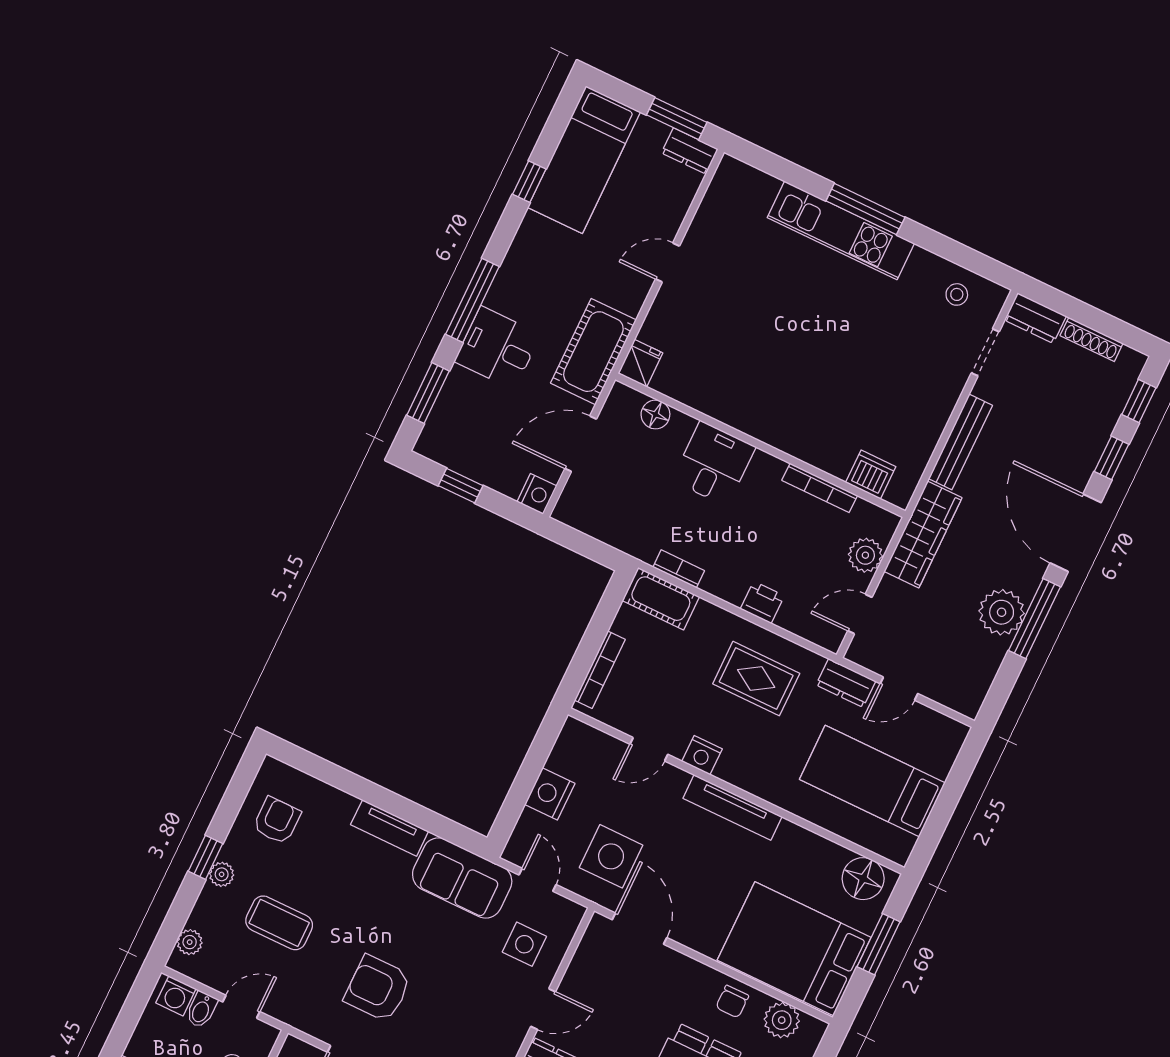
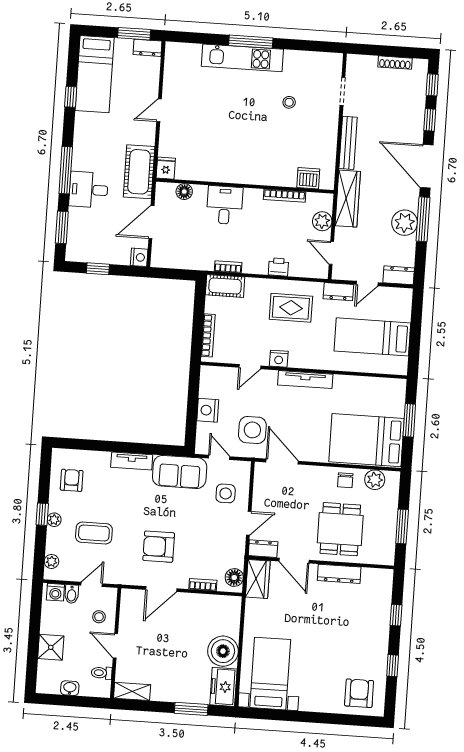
stool: (957, 294) -> (289, 102), moved
dresser: (1035, 318) -> (399, 275), moved, turned 180
door: (860, 614) -> (331, 253), hinge flipped
floor lamp: (863, 879) -> (388, 389), removed

